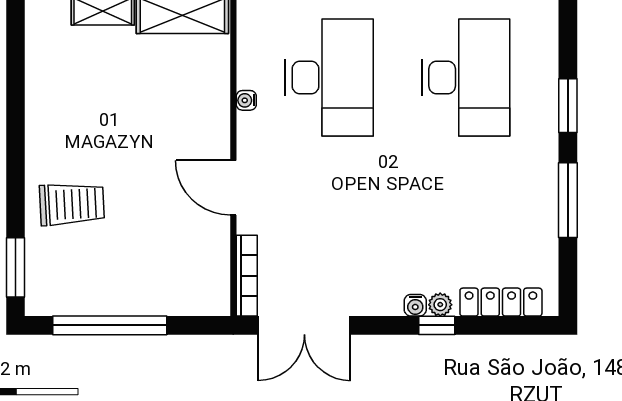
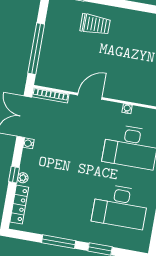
trolley: (72, 204) -> (95, 24), turned -87
water cooler: (415, 305) -> (29, 143), moved
window: (110, 325) -> (36, 49), moved

